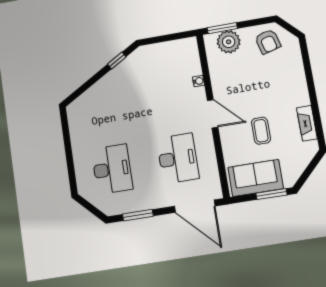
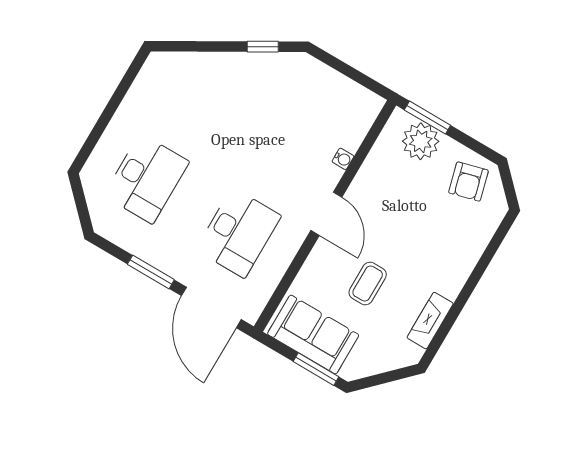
window: (138, 215) -> (151, 272), moved

